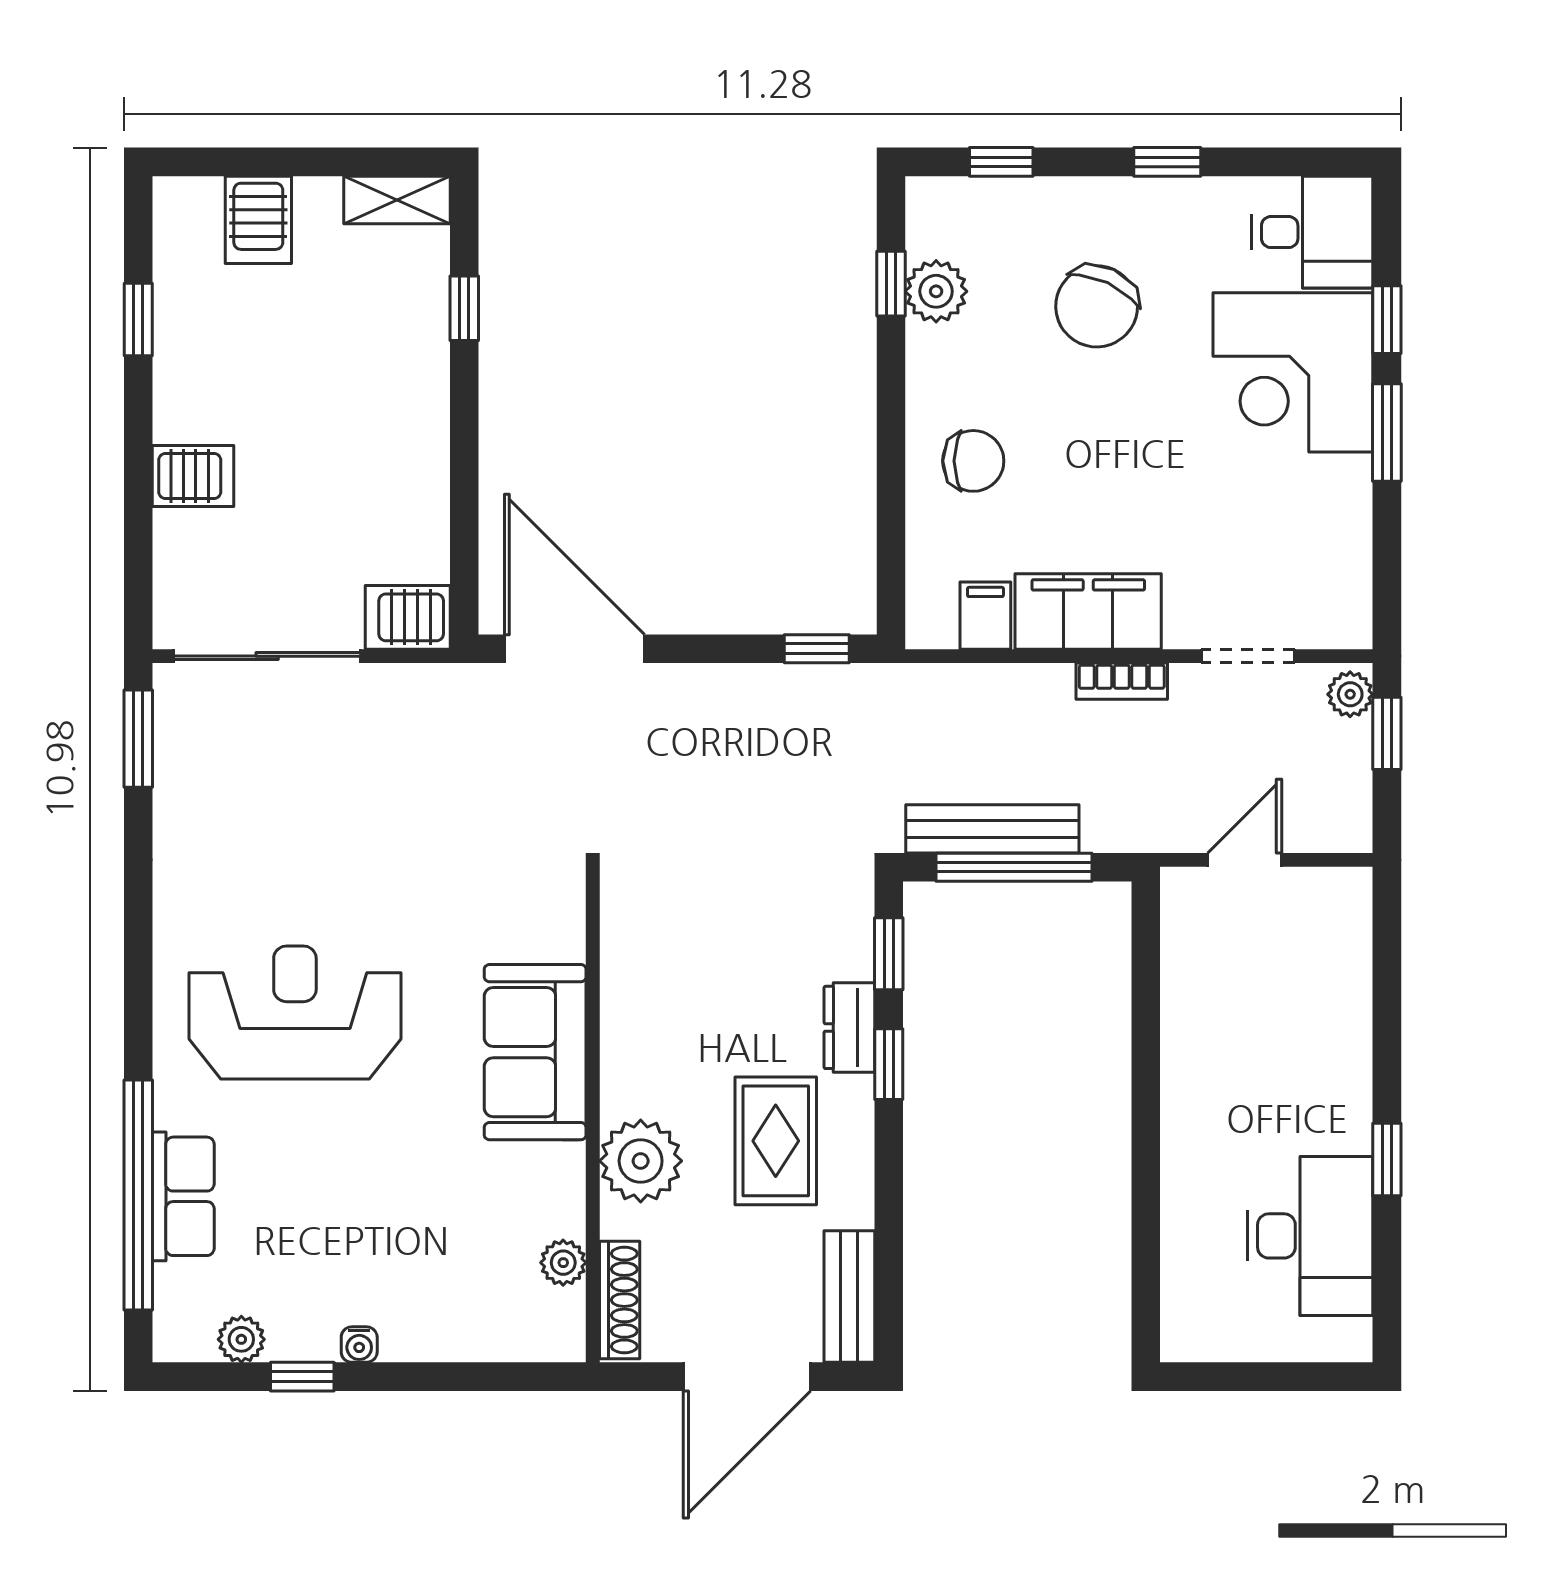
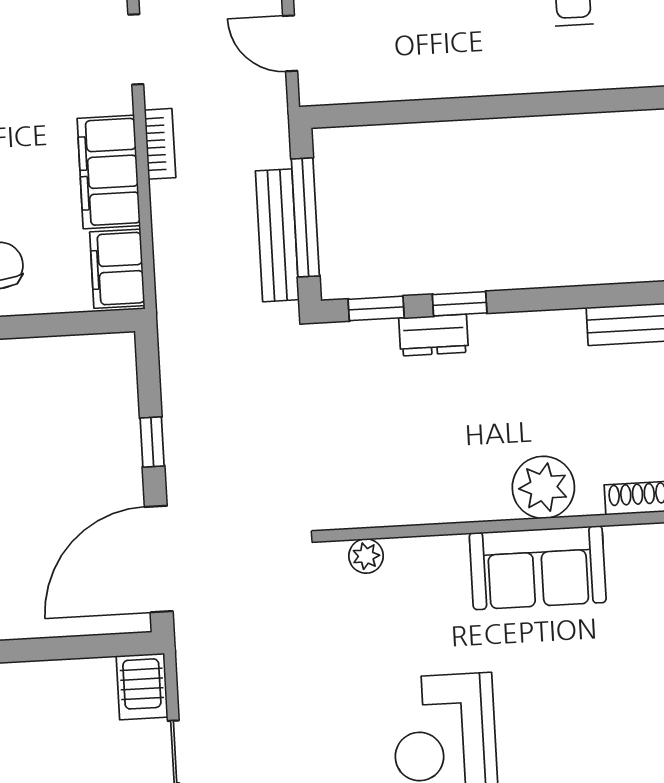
filing cabinet: (985, 616) -> (117, 269), width x2.00
window: (817, 649) -> (152, 442), moved
sofa: (535, 1052) -> (538, 568), moved
rug: (776, 1141) -> (522, 386), removed
plant: (563, 1263) -> (366, 556), moved

